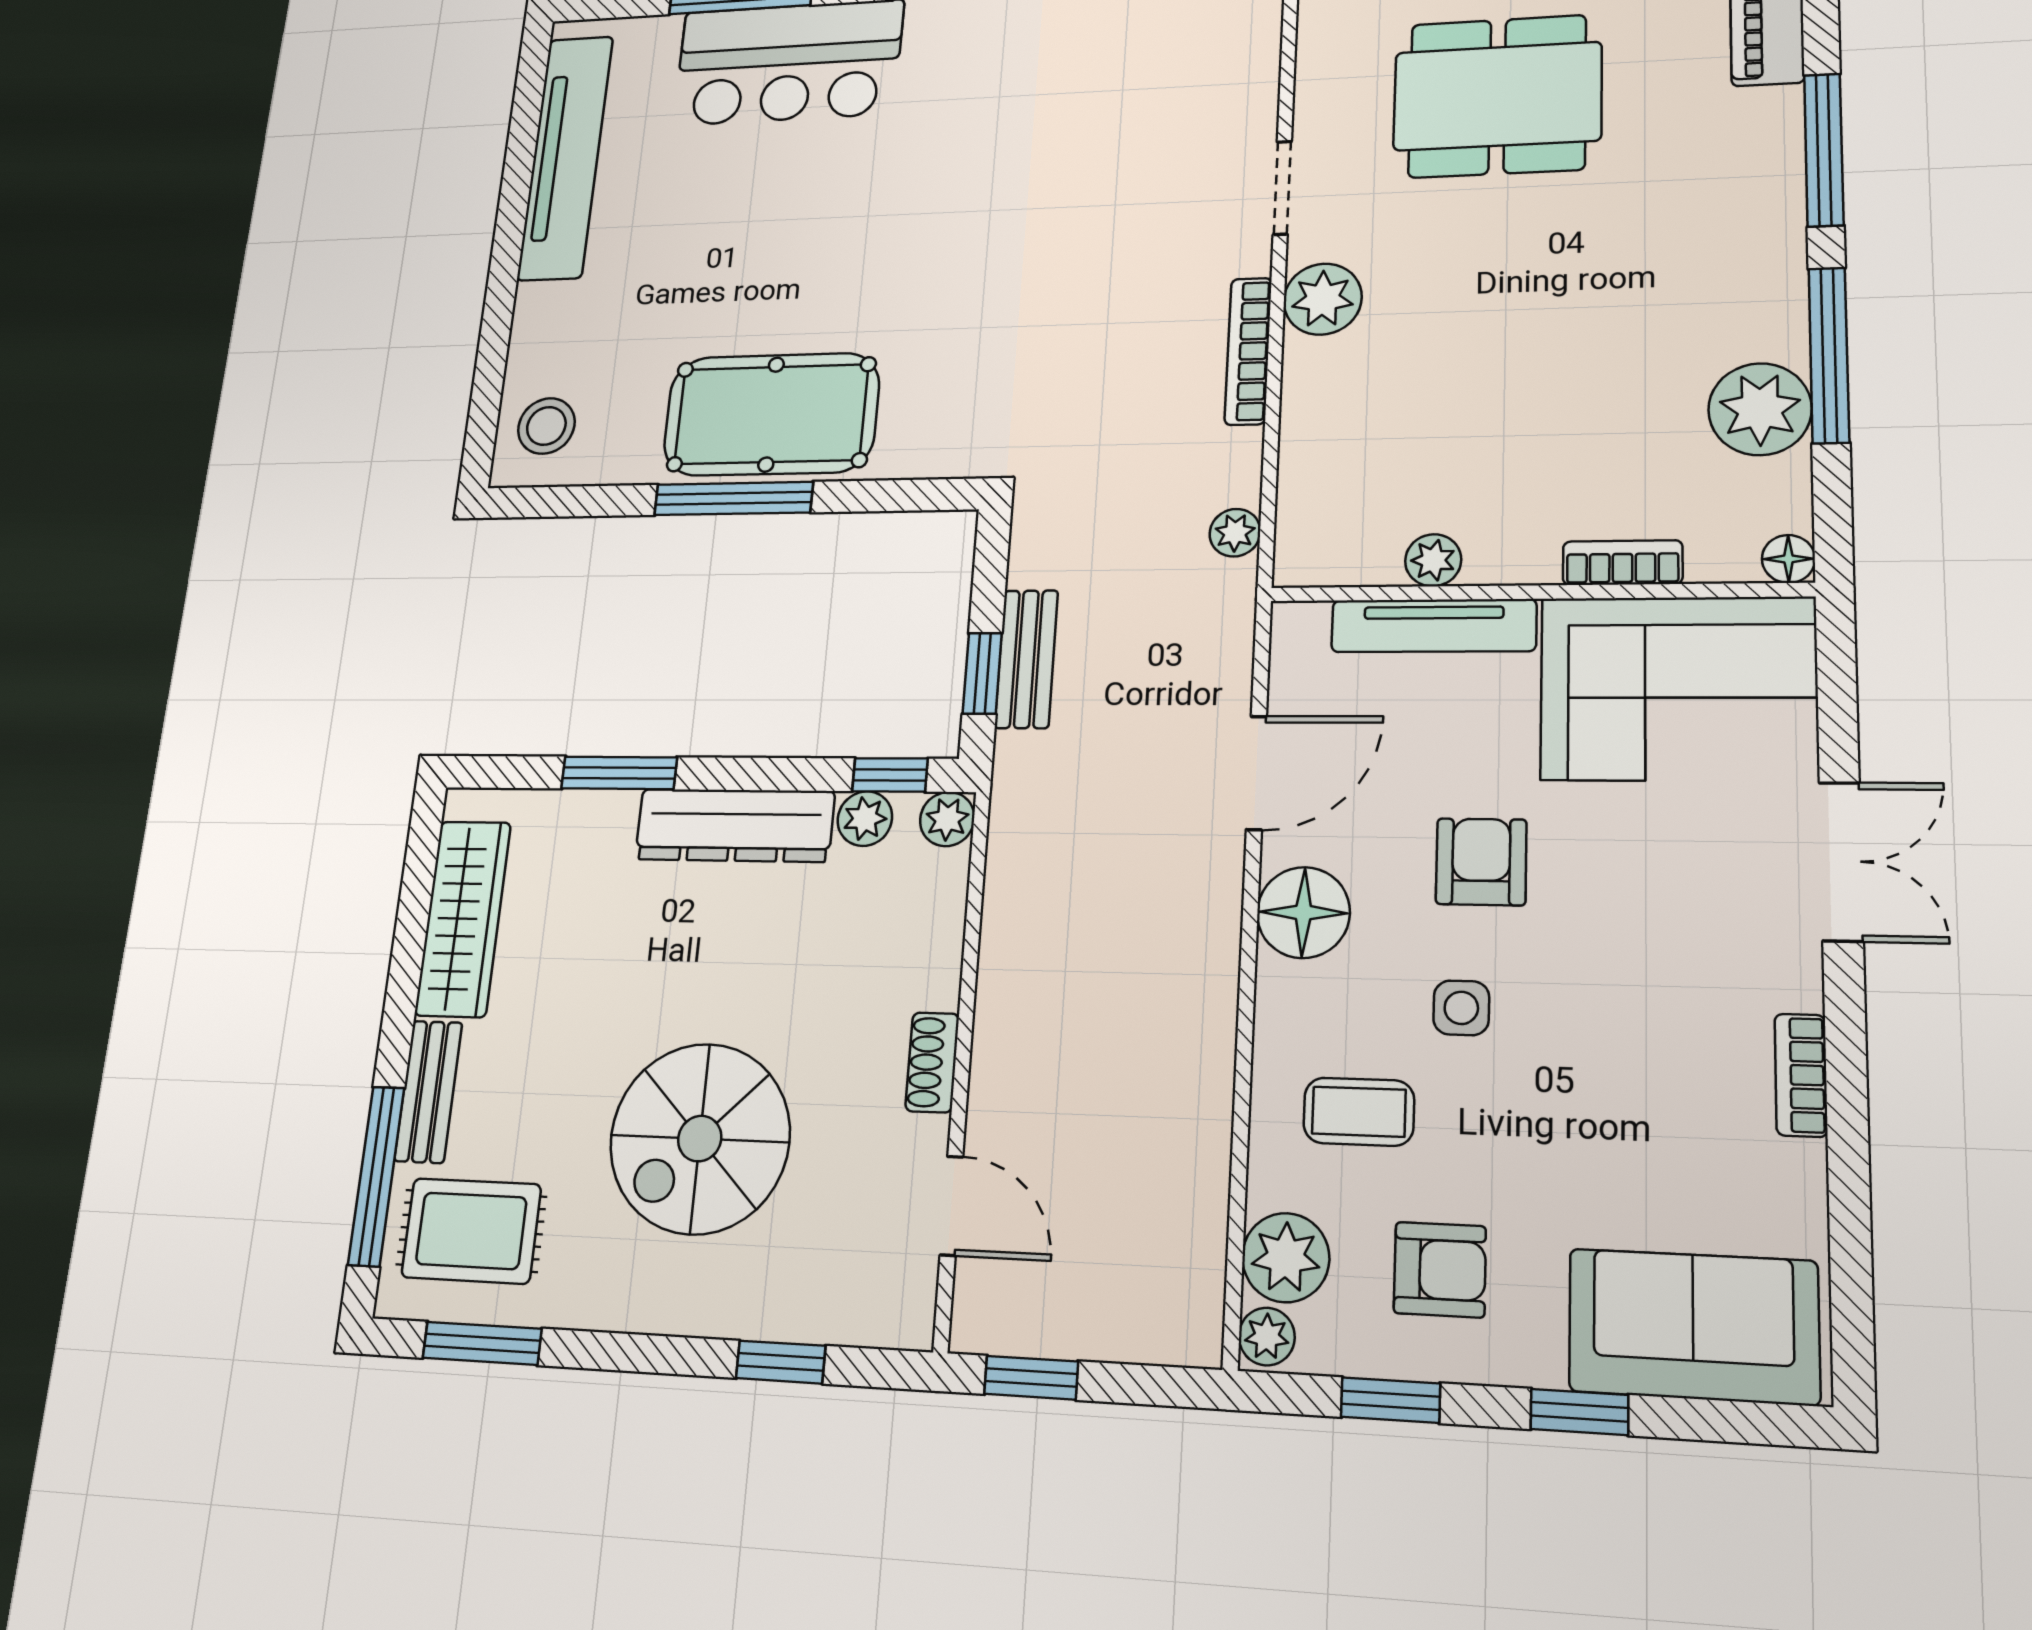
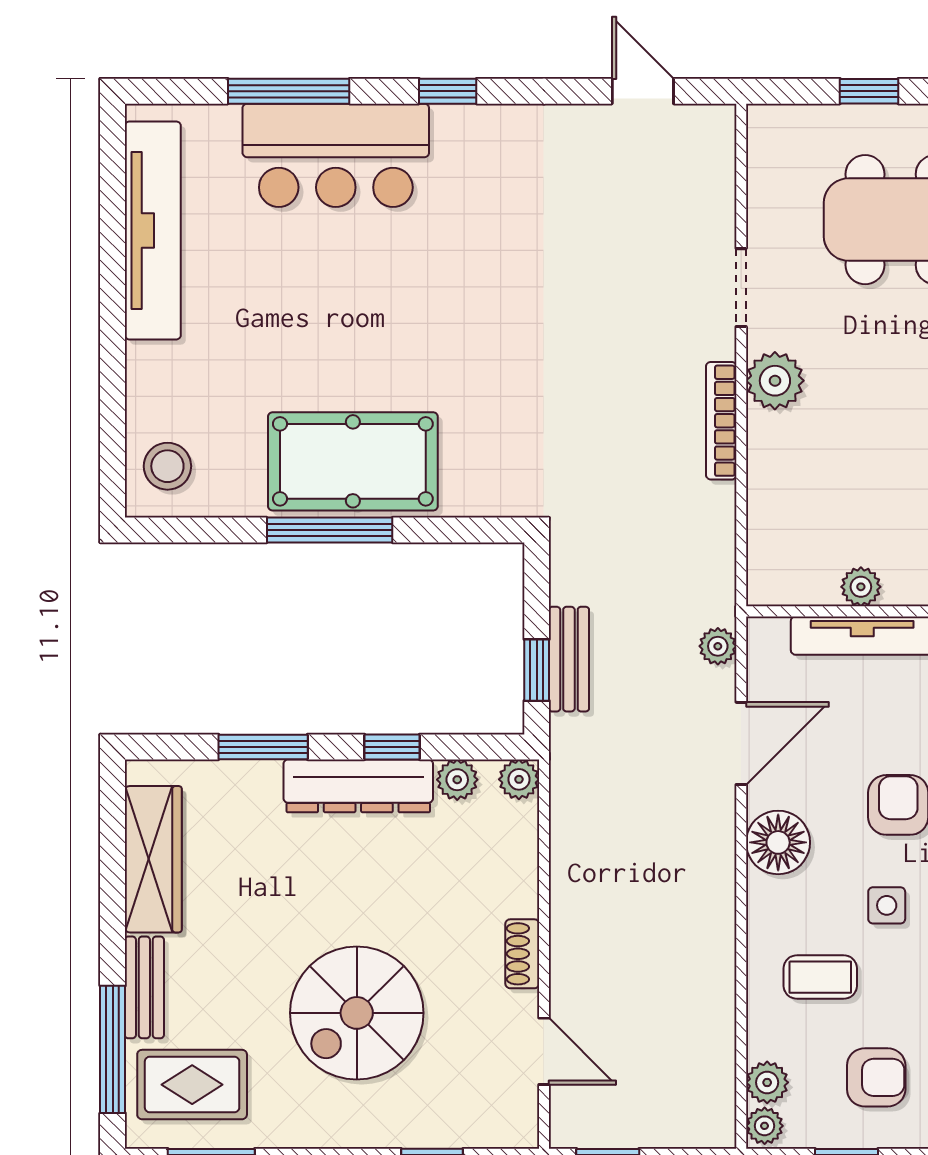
plant: (1235, 533) -> (718, 646), moved
window: (890, 775) -> (392, 747), moved
plant: (1286, 1258) -> (767, 1082), width x0.73, depth x0.73

